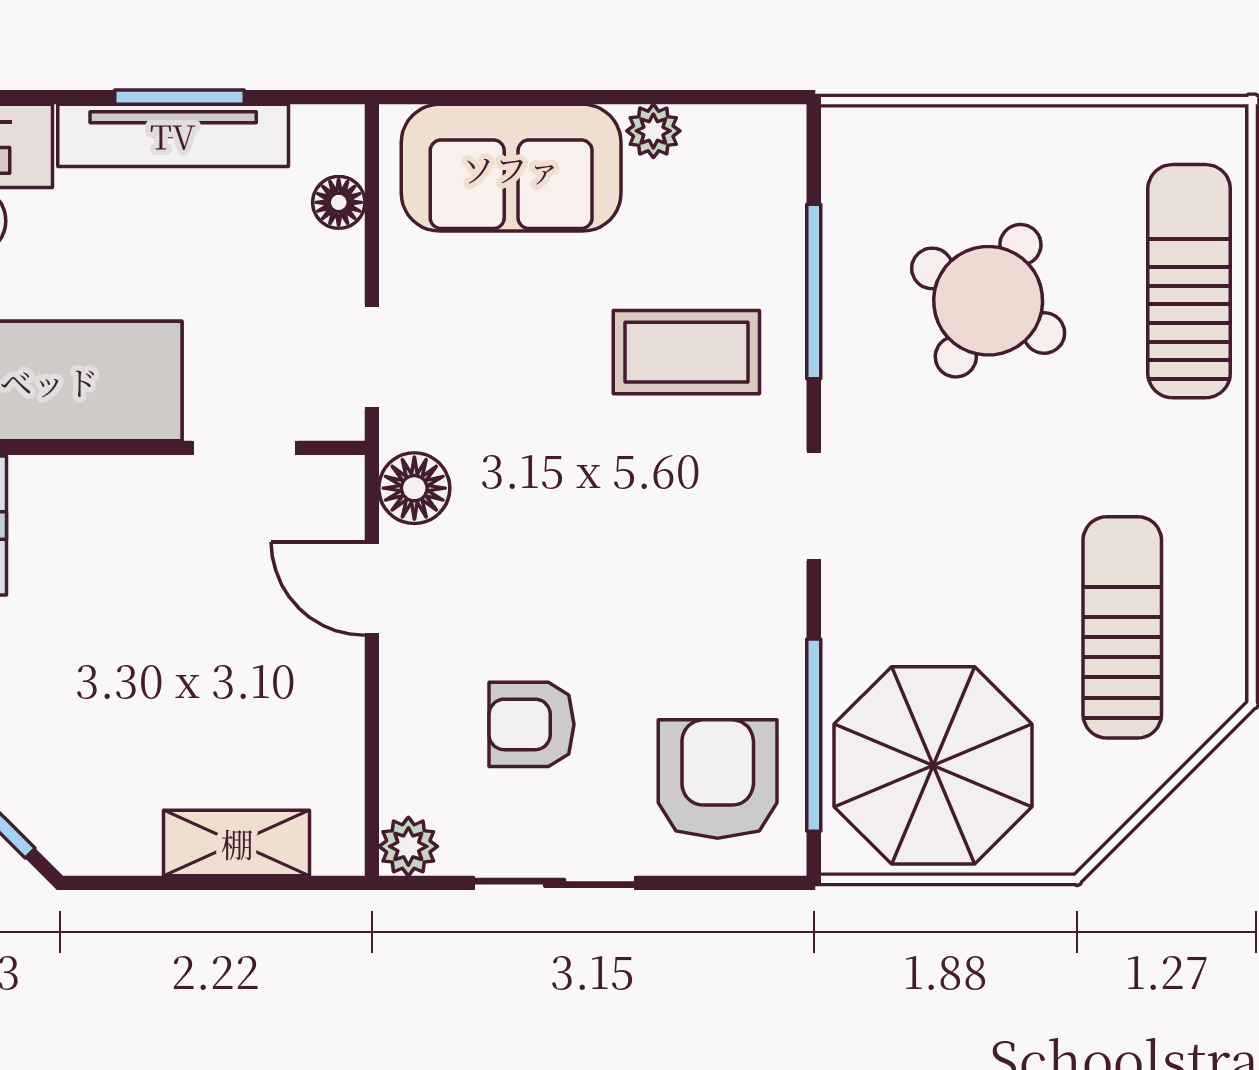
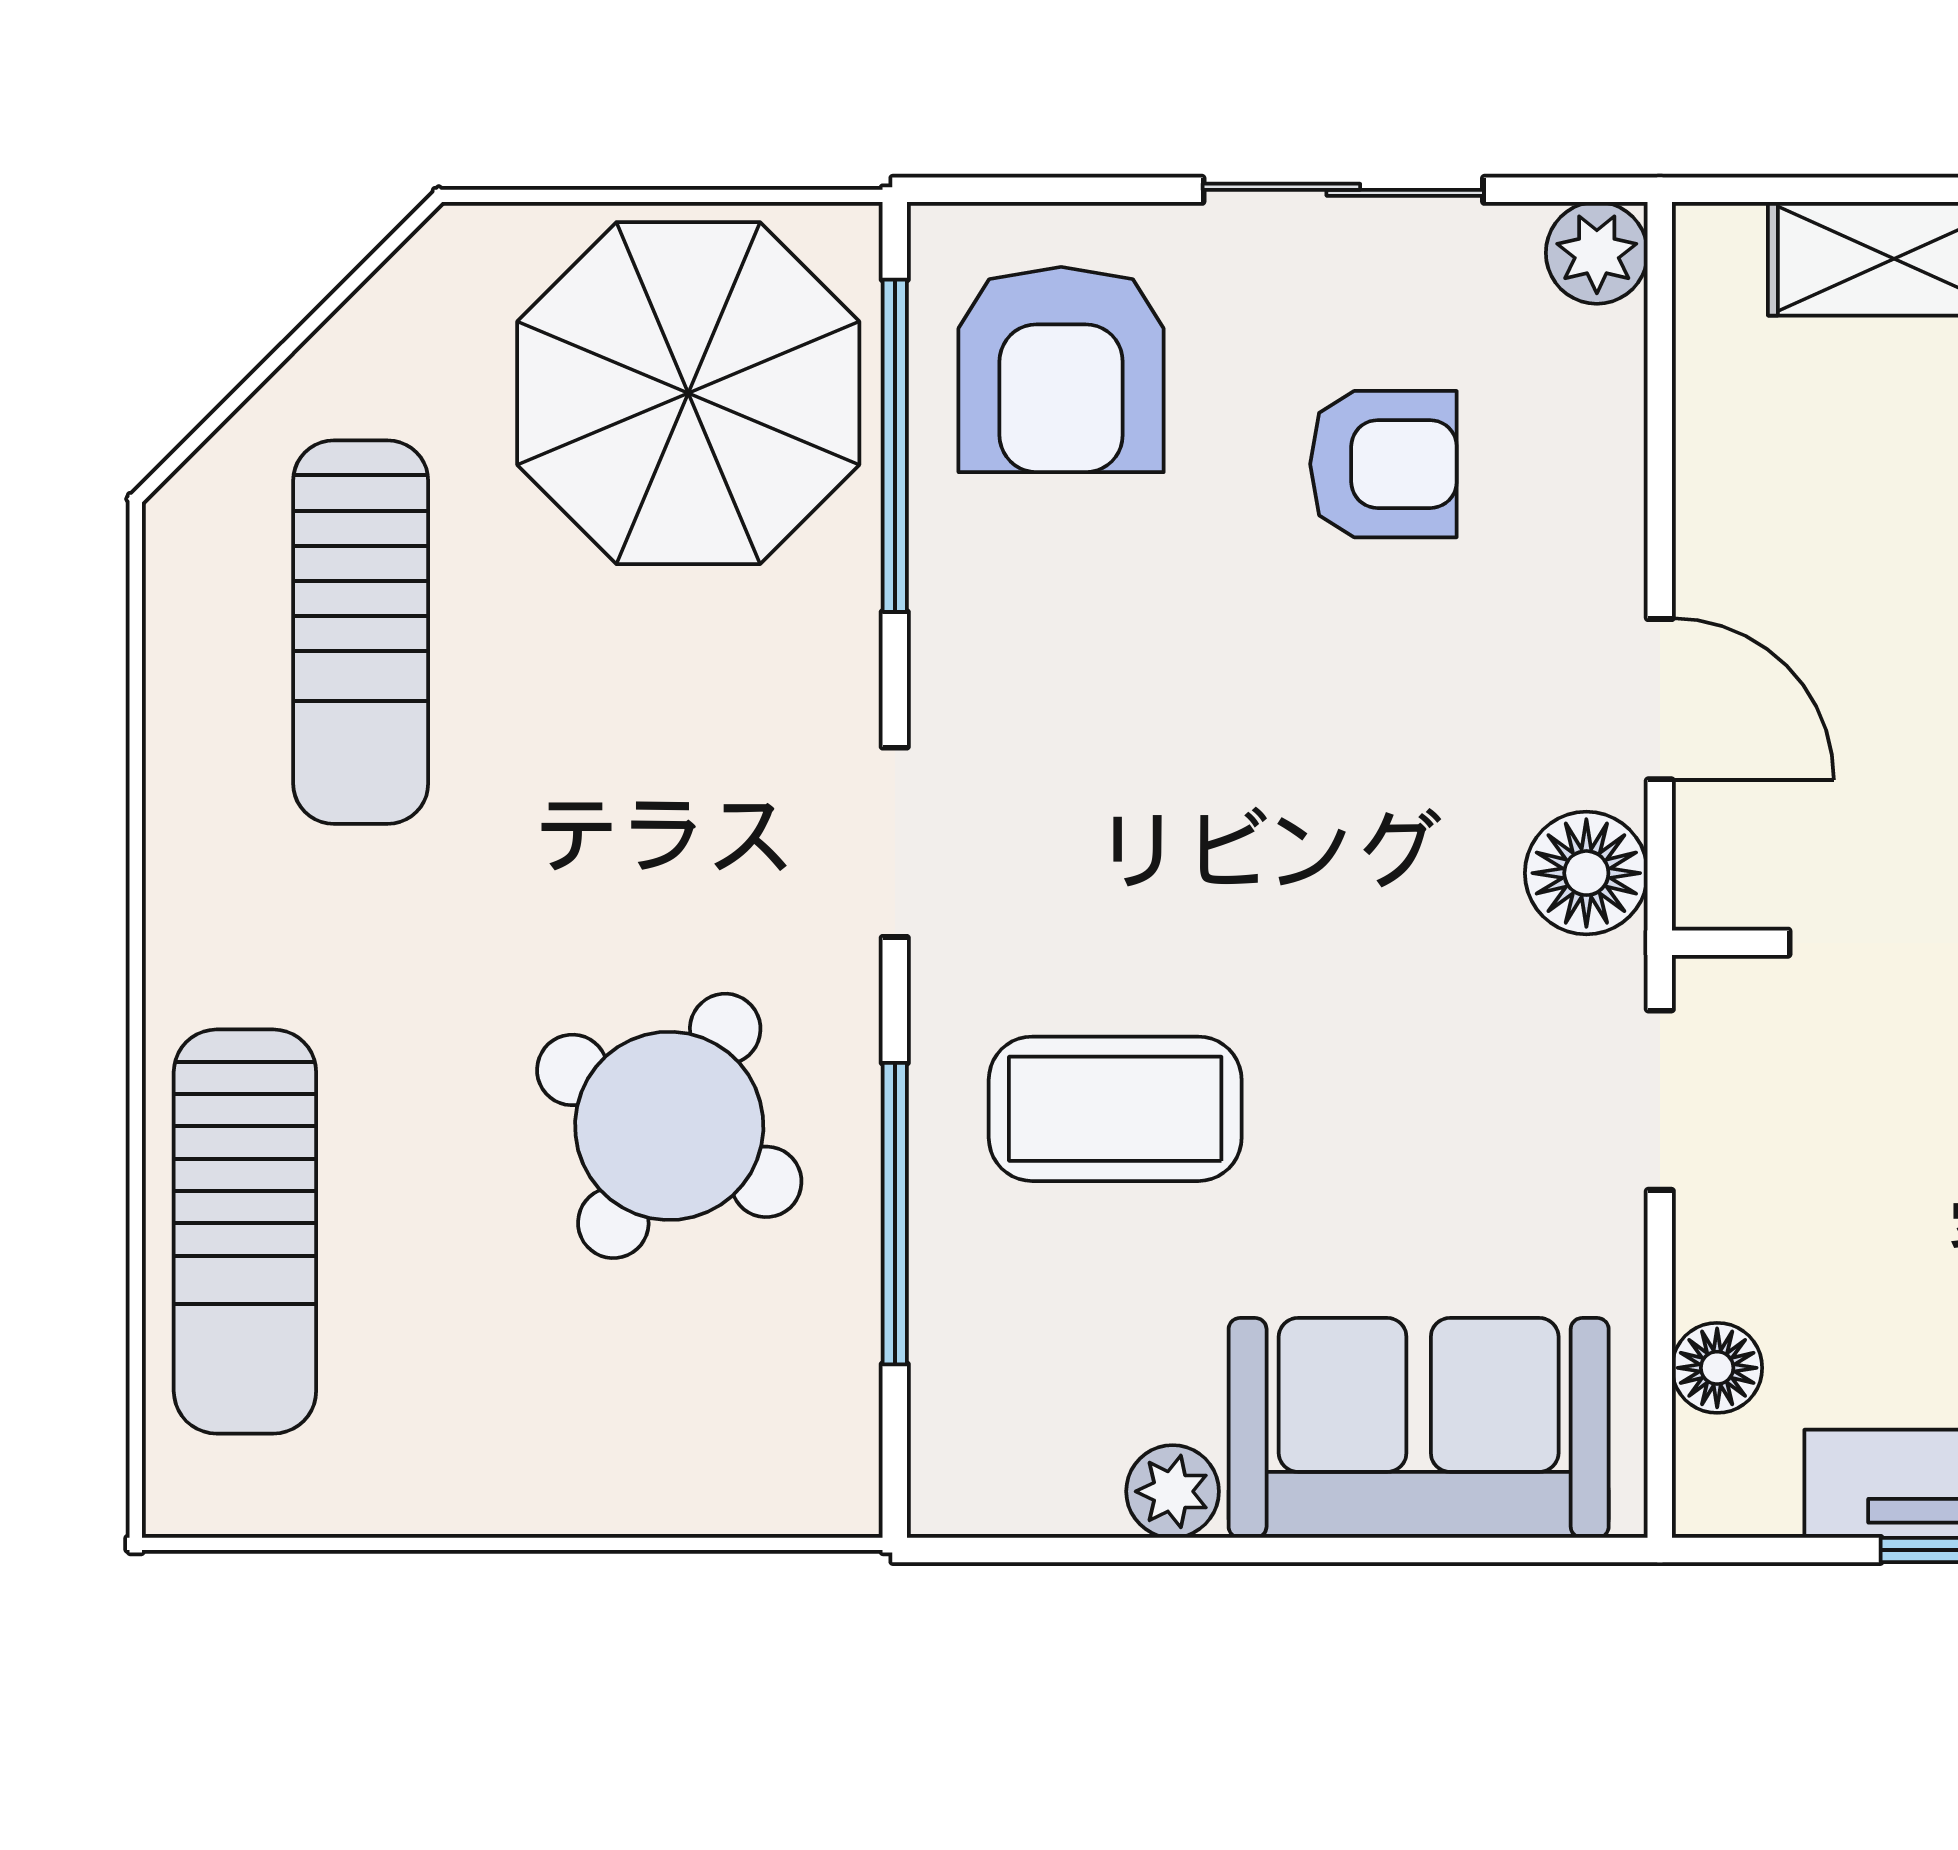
round table: (988, 301) -> (669, 1126), moved

